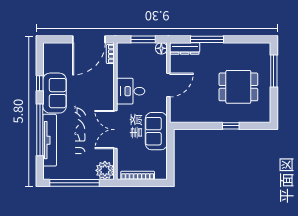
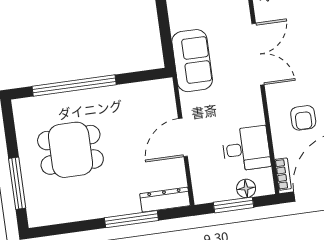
floor lamp: (161, 48) -> (246, 188), moved
armchair: (93, 87) -> (303, 118), added
desk: (131, 91) -> (246, 149), moved
window: (231, 126) -> (74, 86), width x3.17

